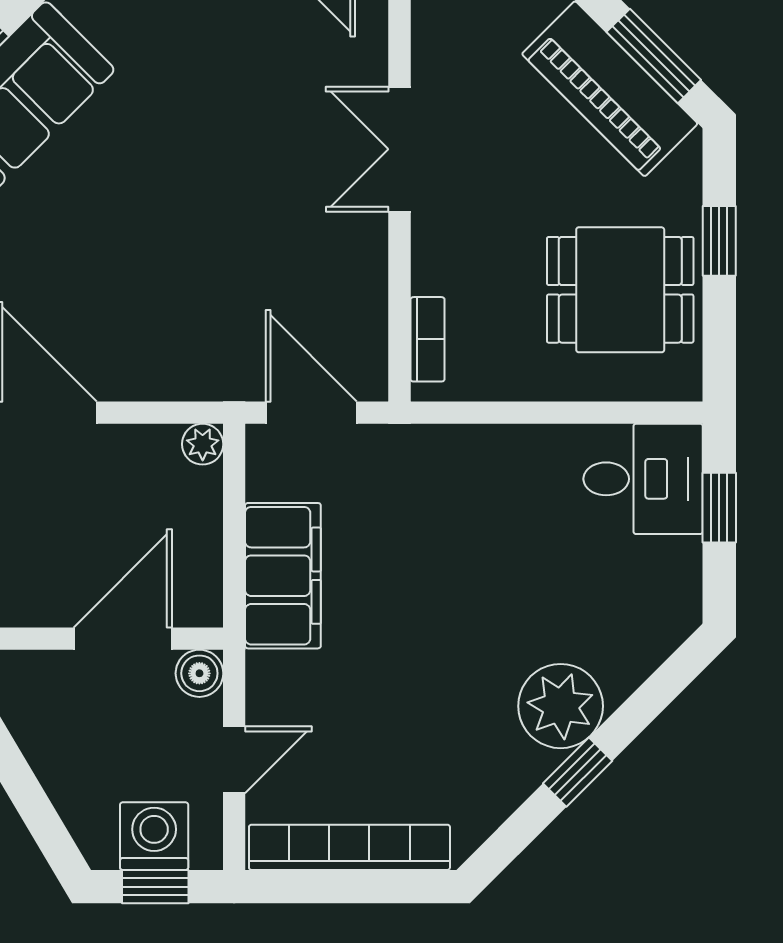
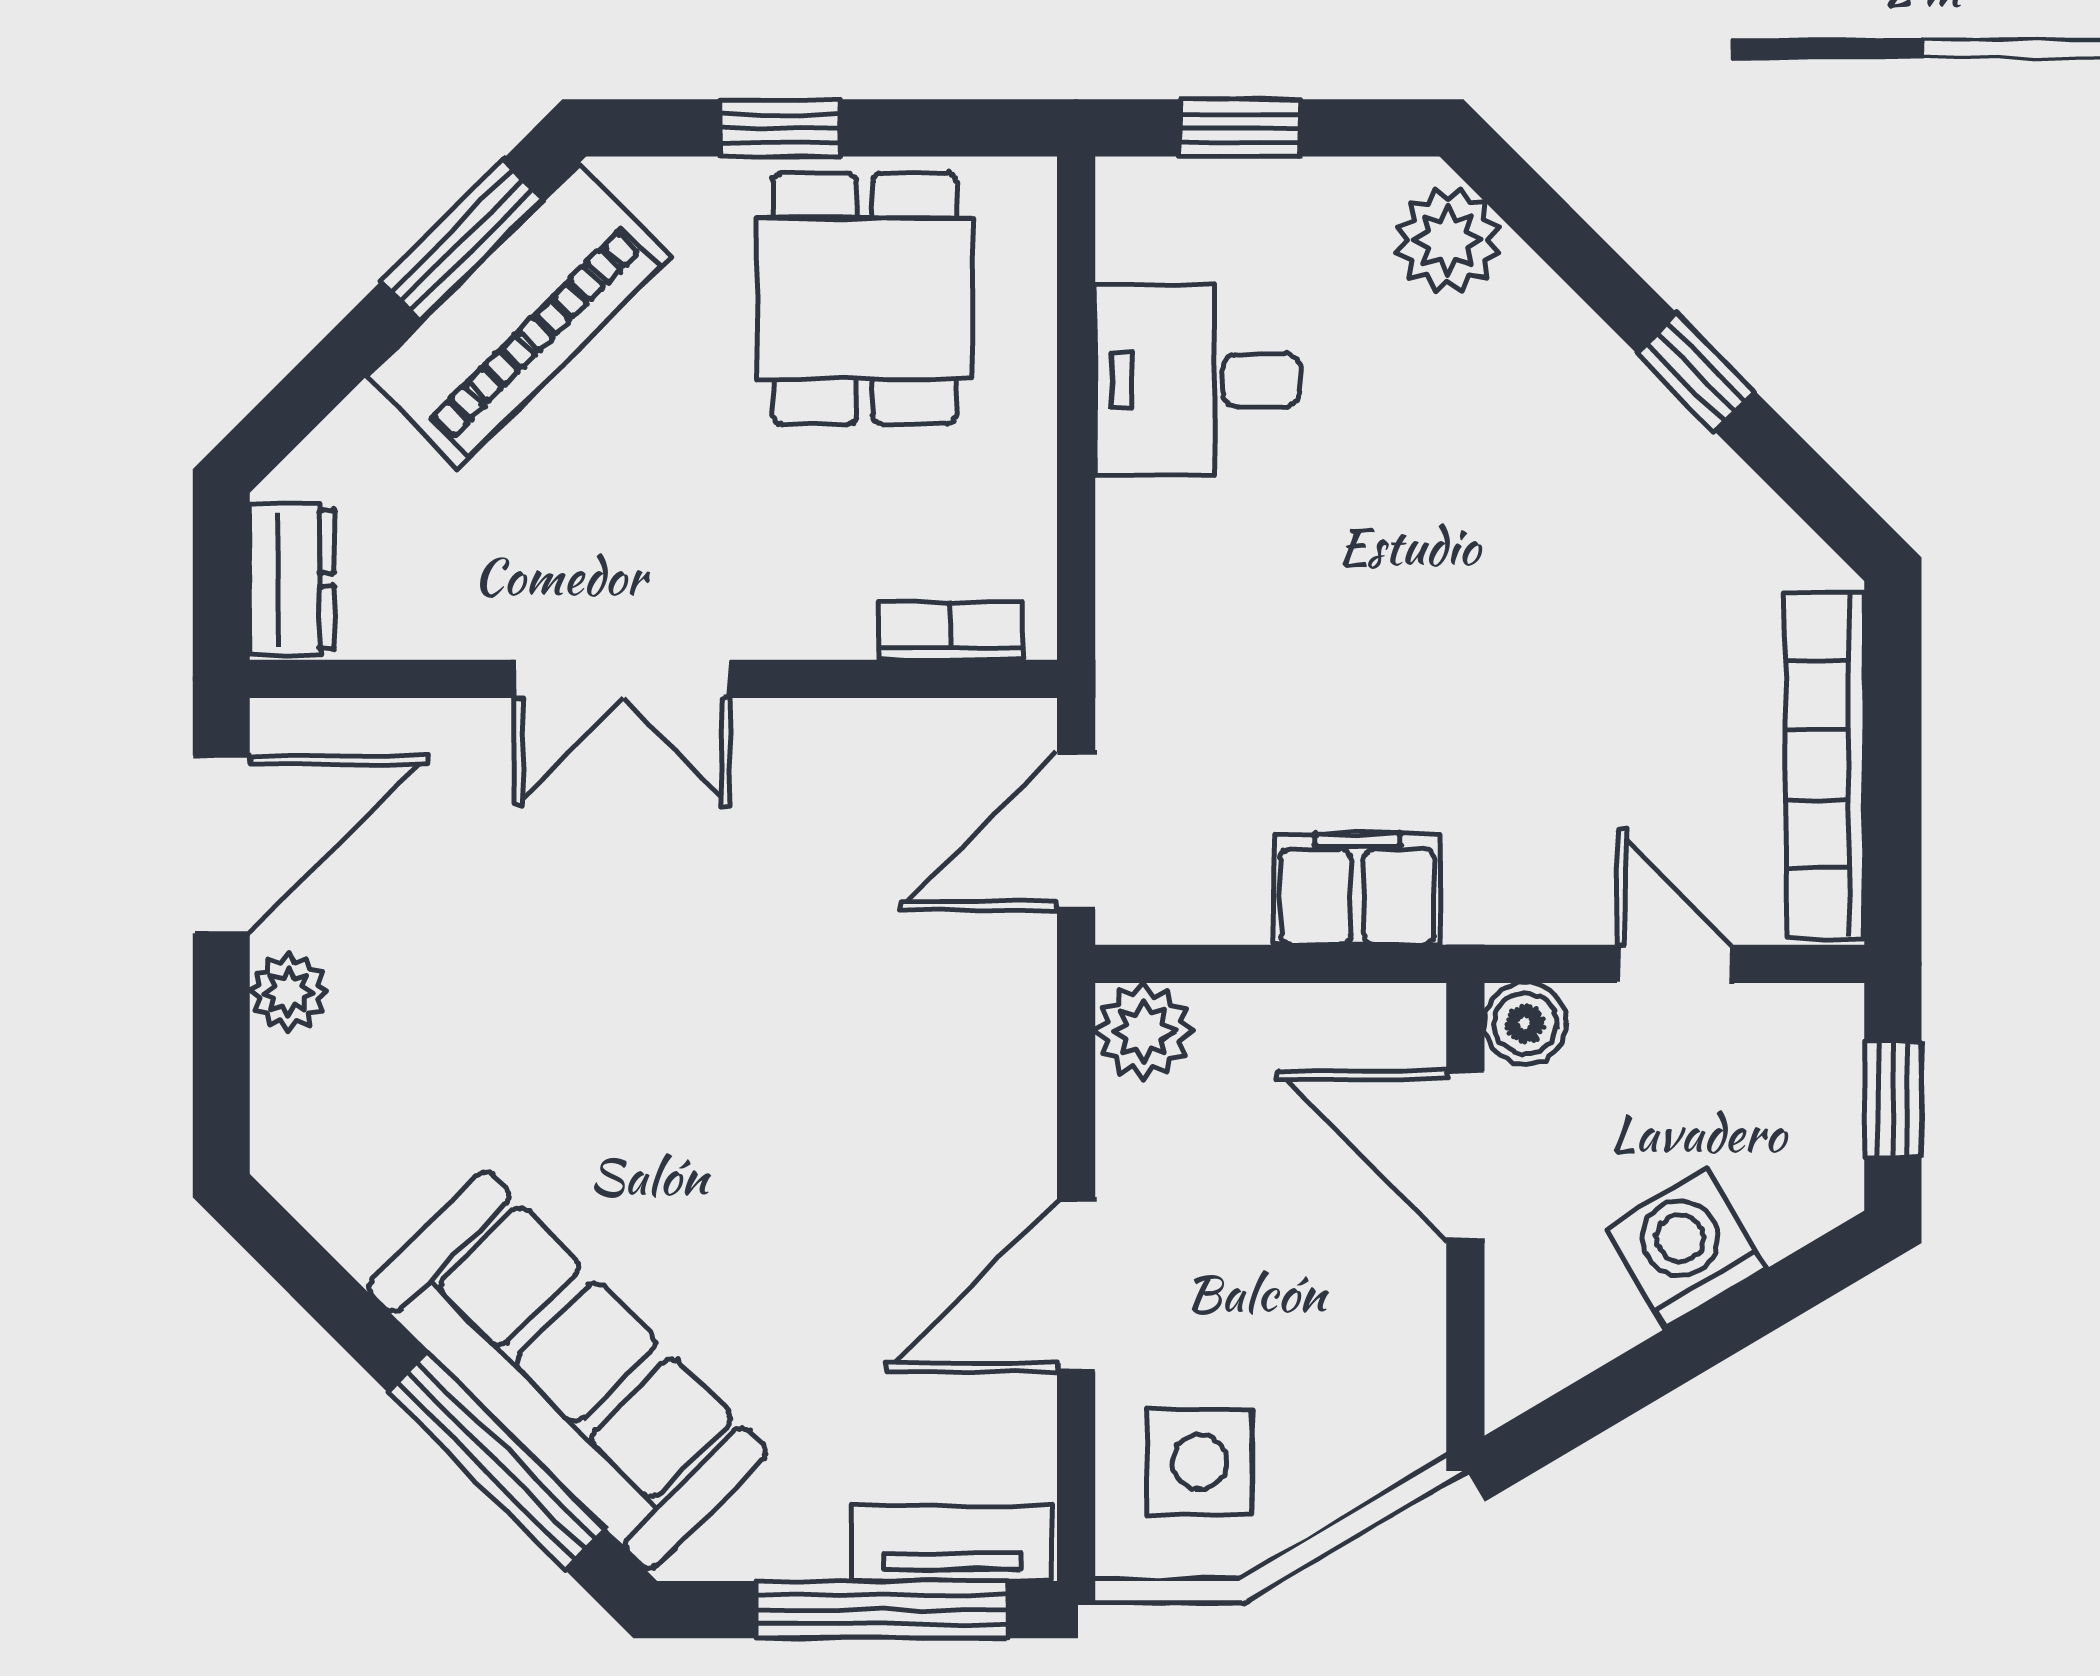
plant: (203, 444) -> (1144, 1031), width x1.38, depth x1.38
desk: (643, 479) -> (1198, 381), moved, turned -90
filing cabinet: (283, 576) -> (1357, 889), width x0.67, depth x0.86
plant: (561, 706) -> (1448, 240), moved, width x0.73, depth x0.73
washing machine: (154, 836) -> (1686, 1248), moved, turned 59

